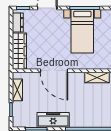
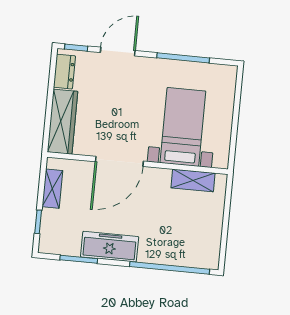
bed with nightstands: (82, 31) -> (183, 127), moved, turned 180
door: (54, 71) -> (119, 161), hinge flipped

